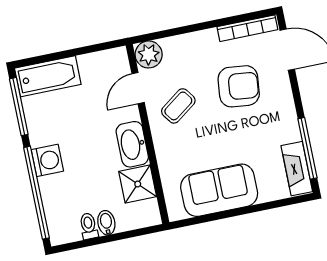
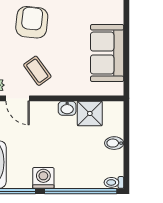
washbasin: (132, 144) -> (67, 108), width x0.52, depth x0.69
washing machine: (47, 160) -> (43, 178), moved
toilet: (89, 226) -> (114, 182), moved

